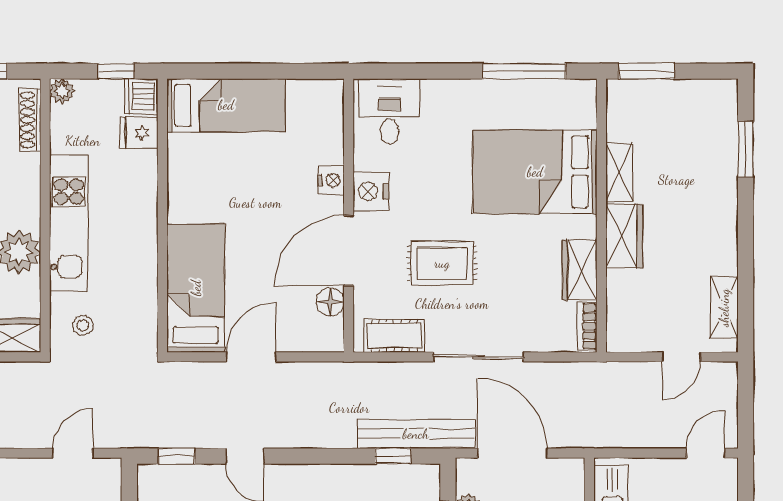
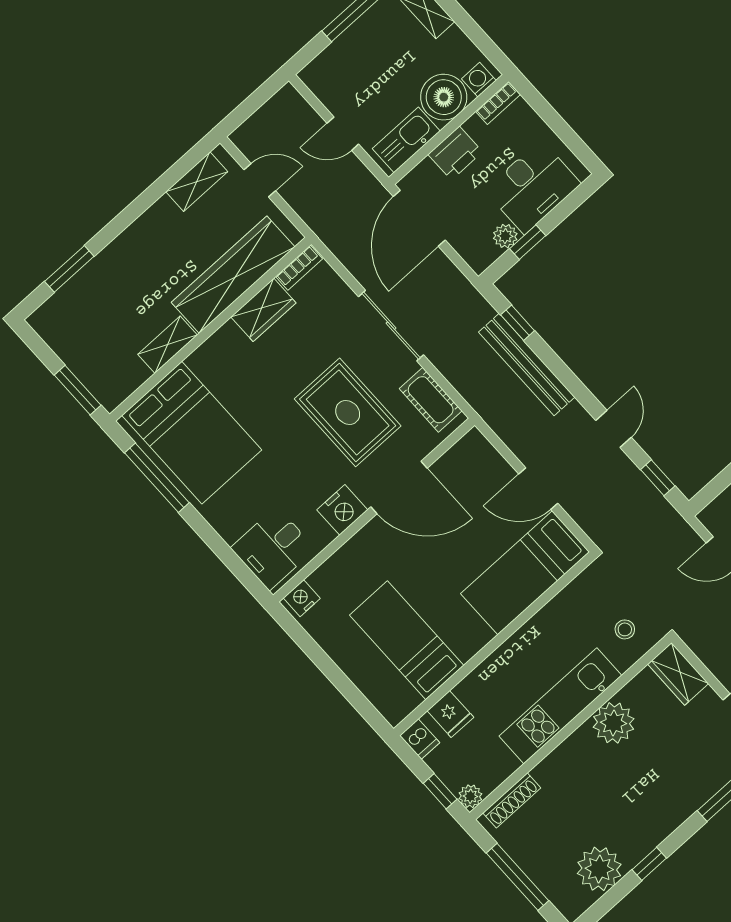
window: (116, 71) -> (440, 791), moved
dishwasher: (141, 97) -> (420, 739), width x0.73
bed: (226, 105) -> (407, 640), moved
bed: (535, 172) -> (192, 433), moved
nightstand: (331, 180) -> (302, 598), moved
wardrobe: (624, 236) -> (233, 275), width x2.10, depth x1.17
rug: (442, 263) -> (348, 412), width x1.36, depth x1.43
floor lamp: (330, 302) -> (448, 468), removed
bench: (416, 434) -> (527, 365), moved
door: (512, 453) -> (419, 218), moved
door: (706, 453) -> (343, 134), moved

